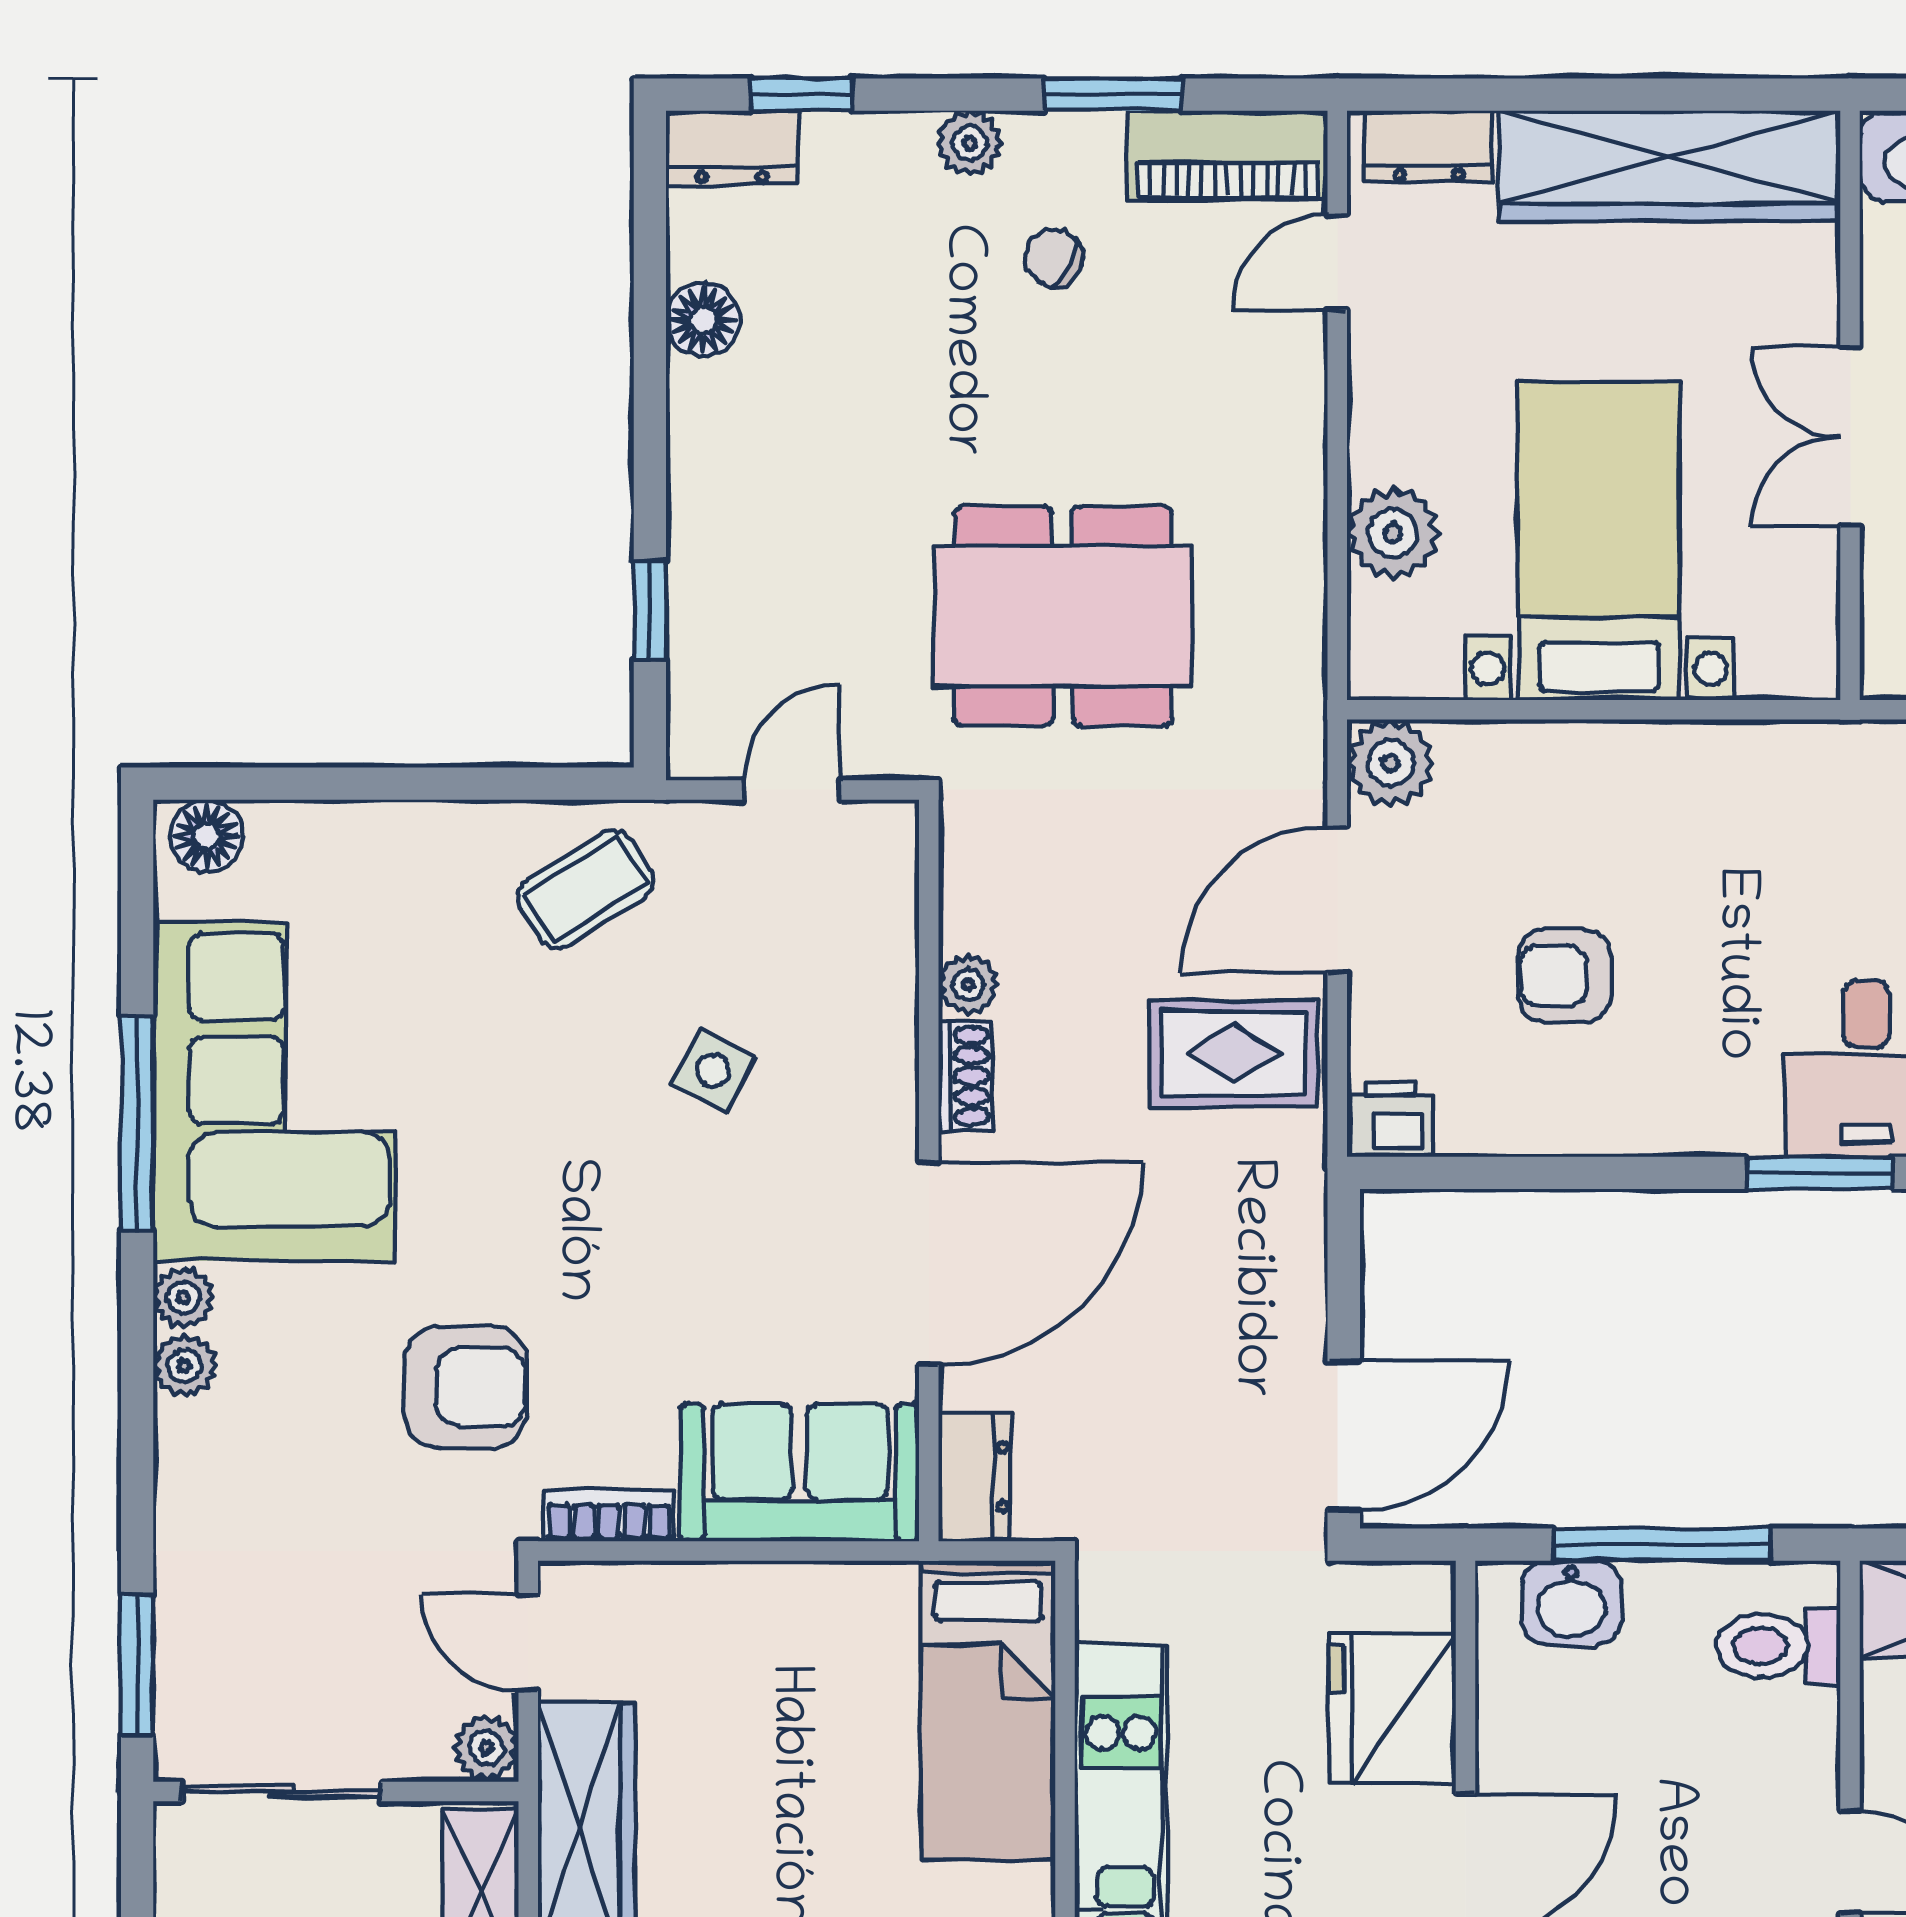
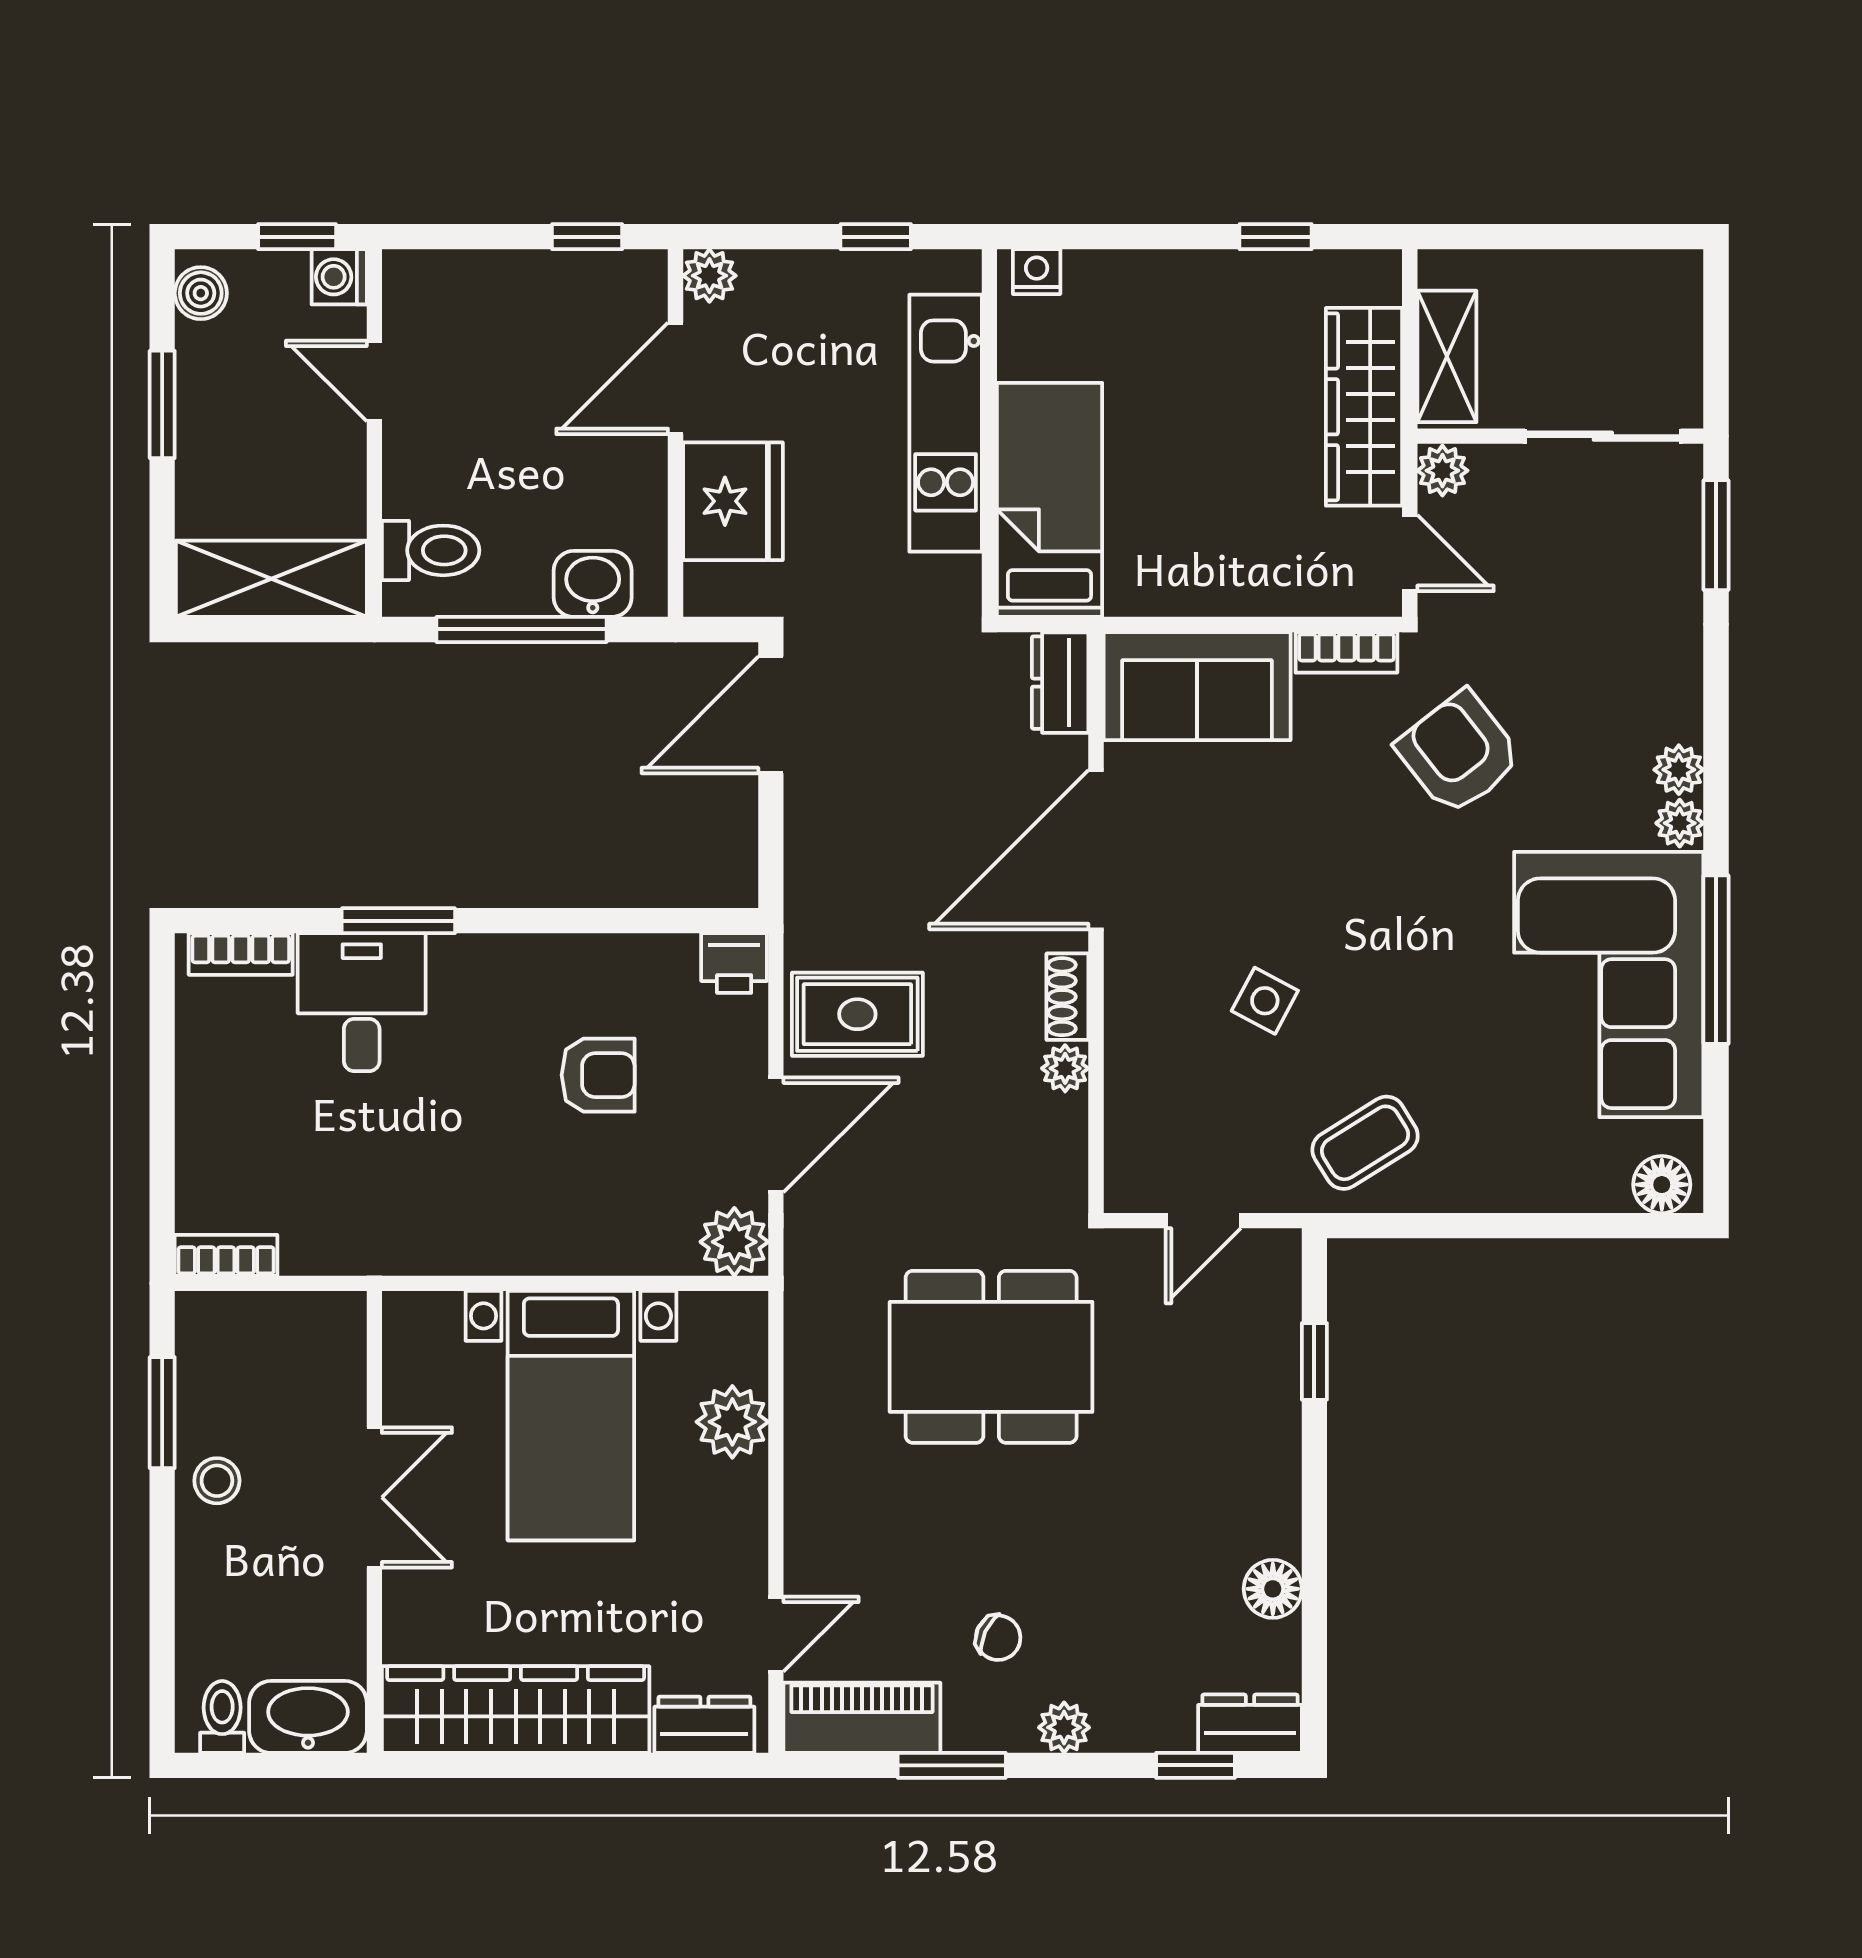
armchair: (466, 1387) -> (1459, 753), turned 52

